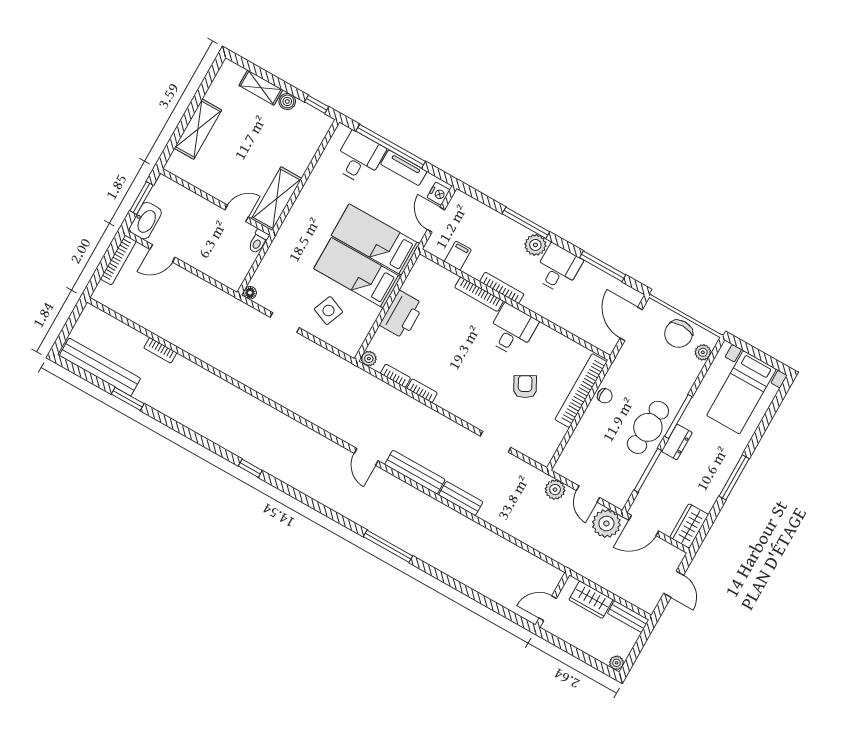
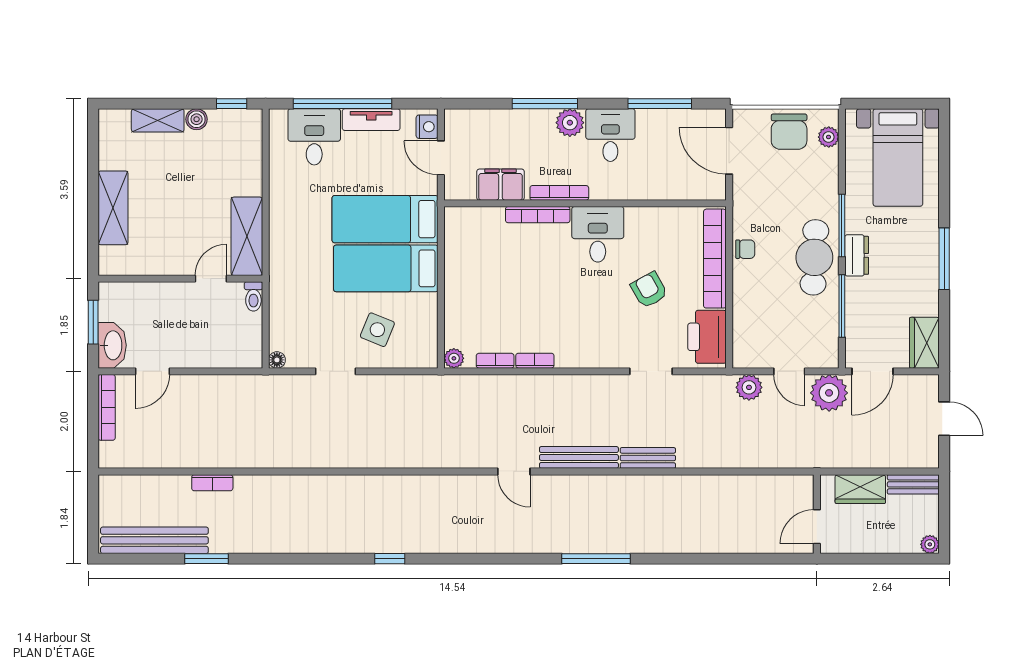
filing cabinet: (458, 256) -> (501, 185), width x2.00
printer: (402, 315) -> (707, 337), moved, turned 180

